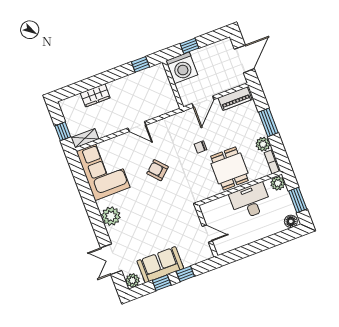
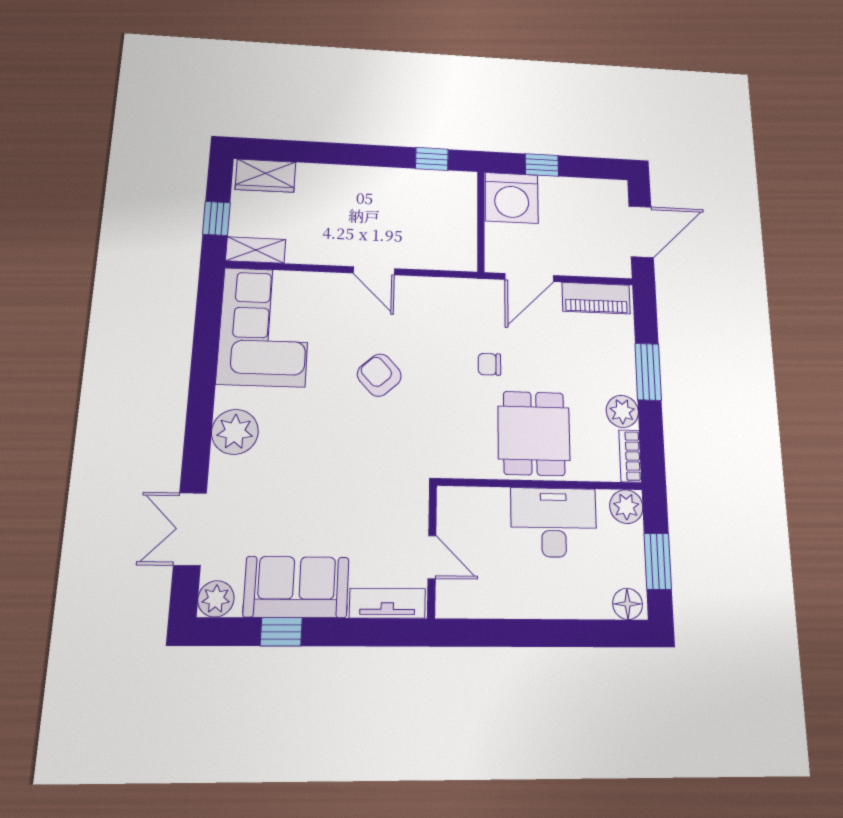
wardrobe: (95, 95) -> (266, 176), moved
tv unit: (197, 257) -> (387, 603), added
window: (185, 274) -> (345, 632), removed

